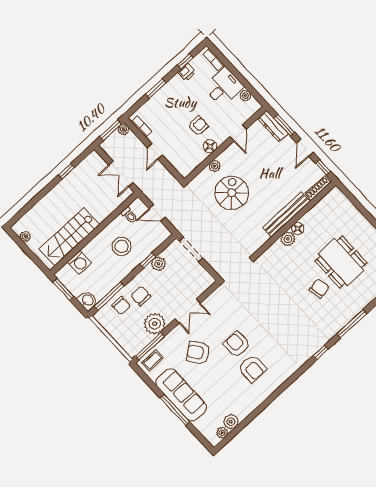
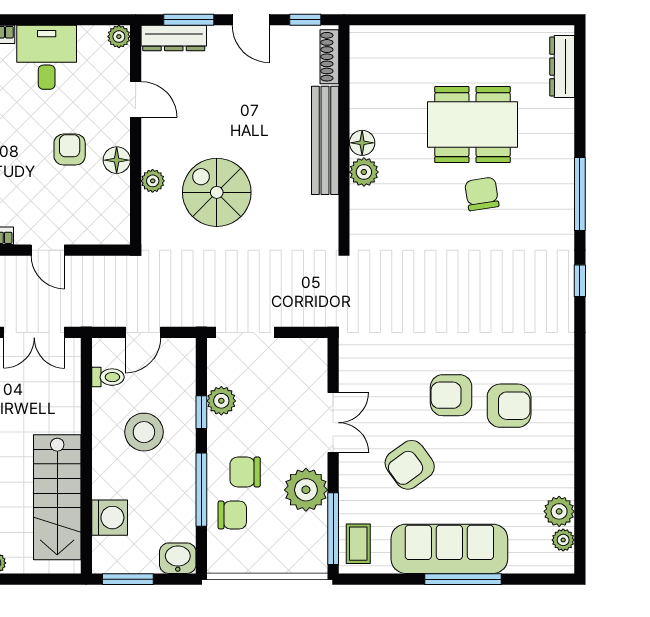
plant: (245, 96) -> (119, 37), moved
window: (109, 296) -> (201, 490), moved

